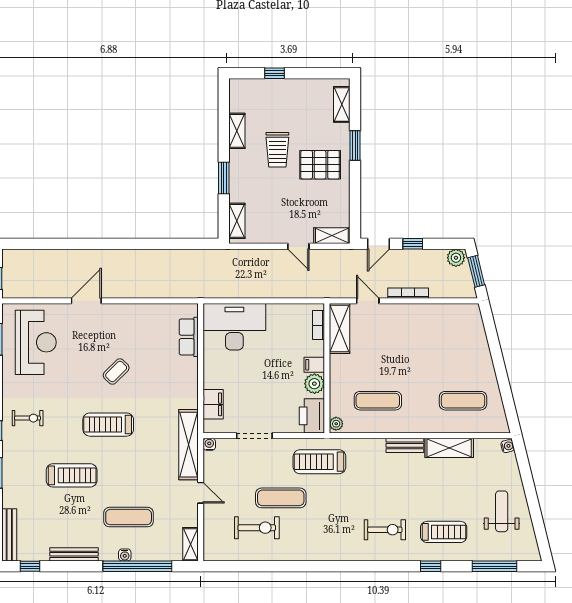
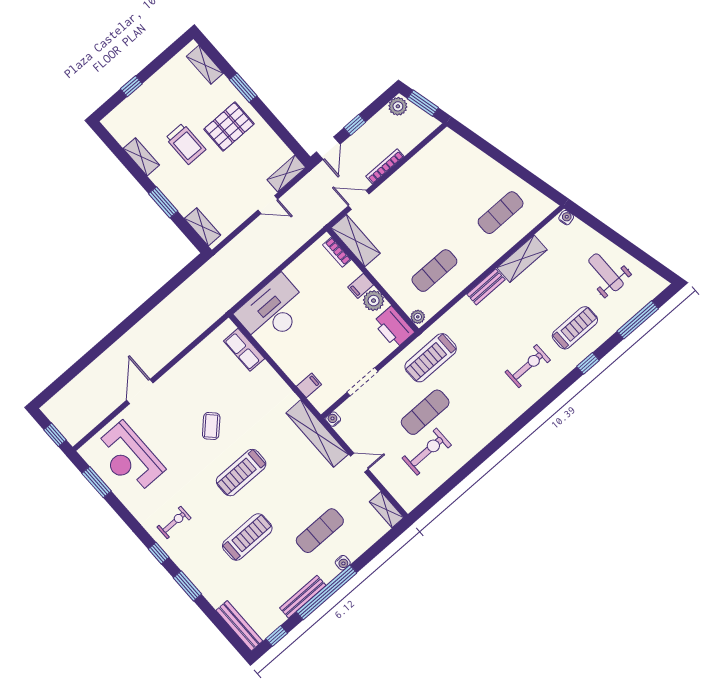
reception desk: (36, 342) -> (129, 458), turned 180
filing cabinet: (213, 404) -> (309, 385), width x0.50
window: (137, 566) -> (326, 592), moved

